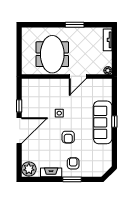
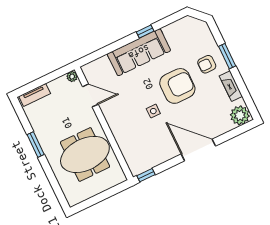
door: (78, 76) -> (90, 95), moved
window: (19, 106) -> (146, 175), moved
window: (114, 122) -> (145, 32), moved
armchair: (68, 137) -> (177, 86), width x1.88, depth x1.88

